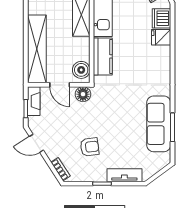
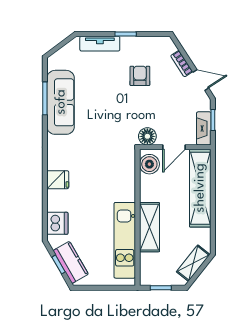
fridge: (161, 37) -> (58, 180), moved
kitchen counter: (103, 56) -> (125, 180), removed
door: (60, 85) -> (174, 147), swing flipped
armchair: (90, 147) -> (140, 76), turned 97
bookcase: (61, 169) -> (182, 64), moved

